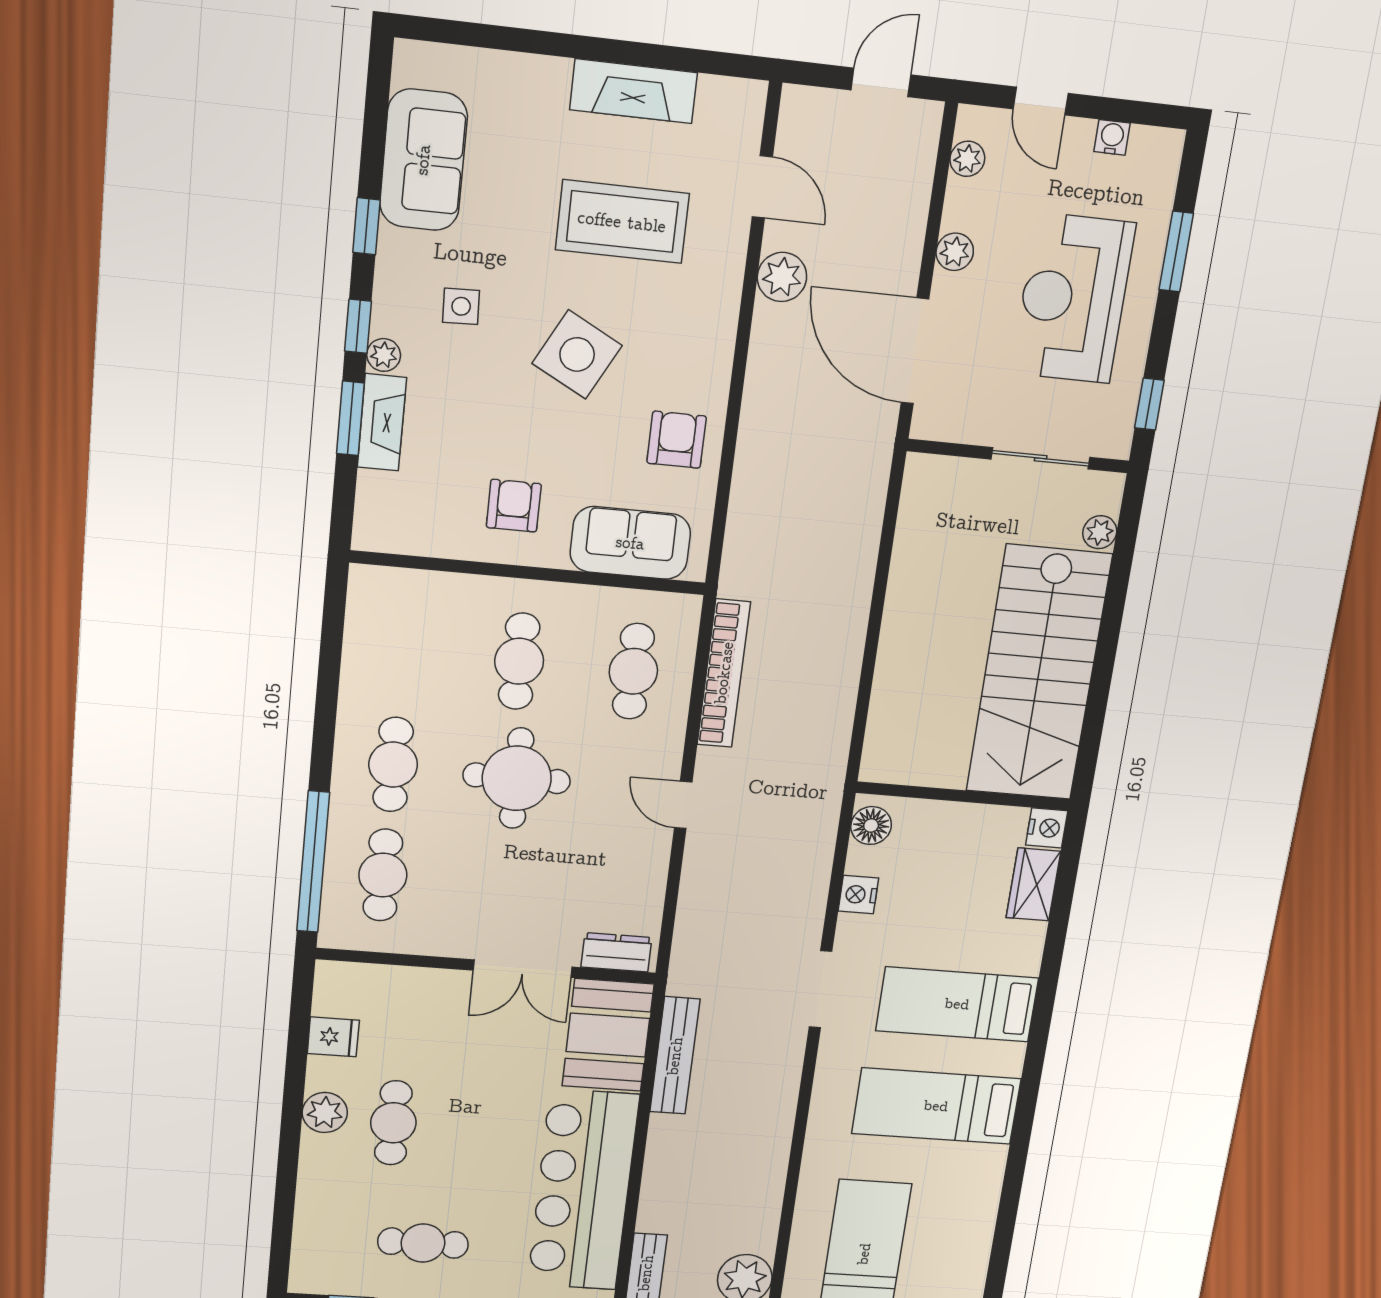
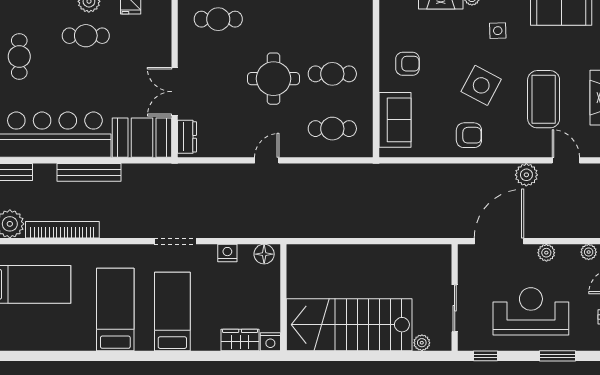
door: (762, 187) -> (566, 160), swing flipped
armchair: (677, 440) -> (469, 135), moved
bookcase: (724, 673) -> (62, 230), moved, turned 180
cafe table: (393, 765) -> (275, 19), removed
bench: (675, 1056) -> (89, 172), moved

